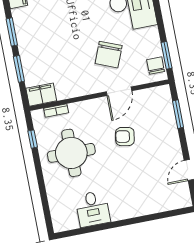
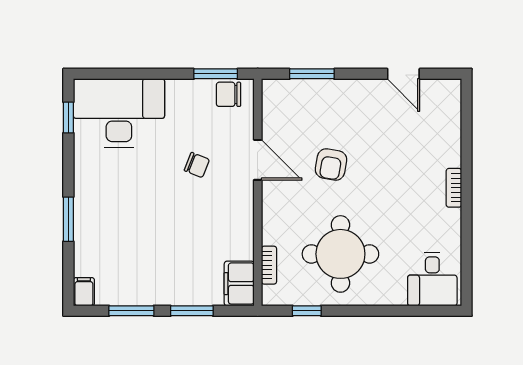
chair: (109, 55) -> (197, 165), width x0.54, depth x0.54
desk: (93, 209) -> (432, 279), moved, turned 90
bookcase: (125, 214) -> (454, 188), added

